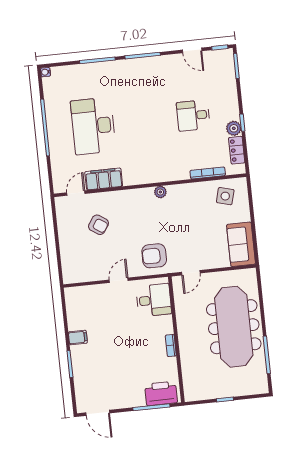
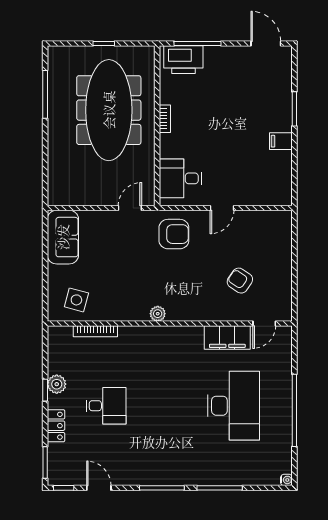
locker: (237, 150) -> (56, 426), moved
meeting table: (234, 327) -> (109, 110), moved

